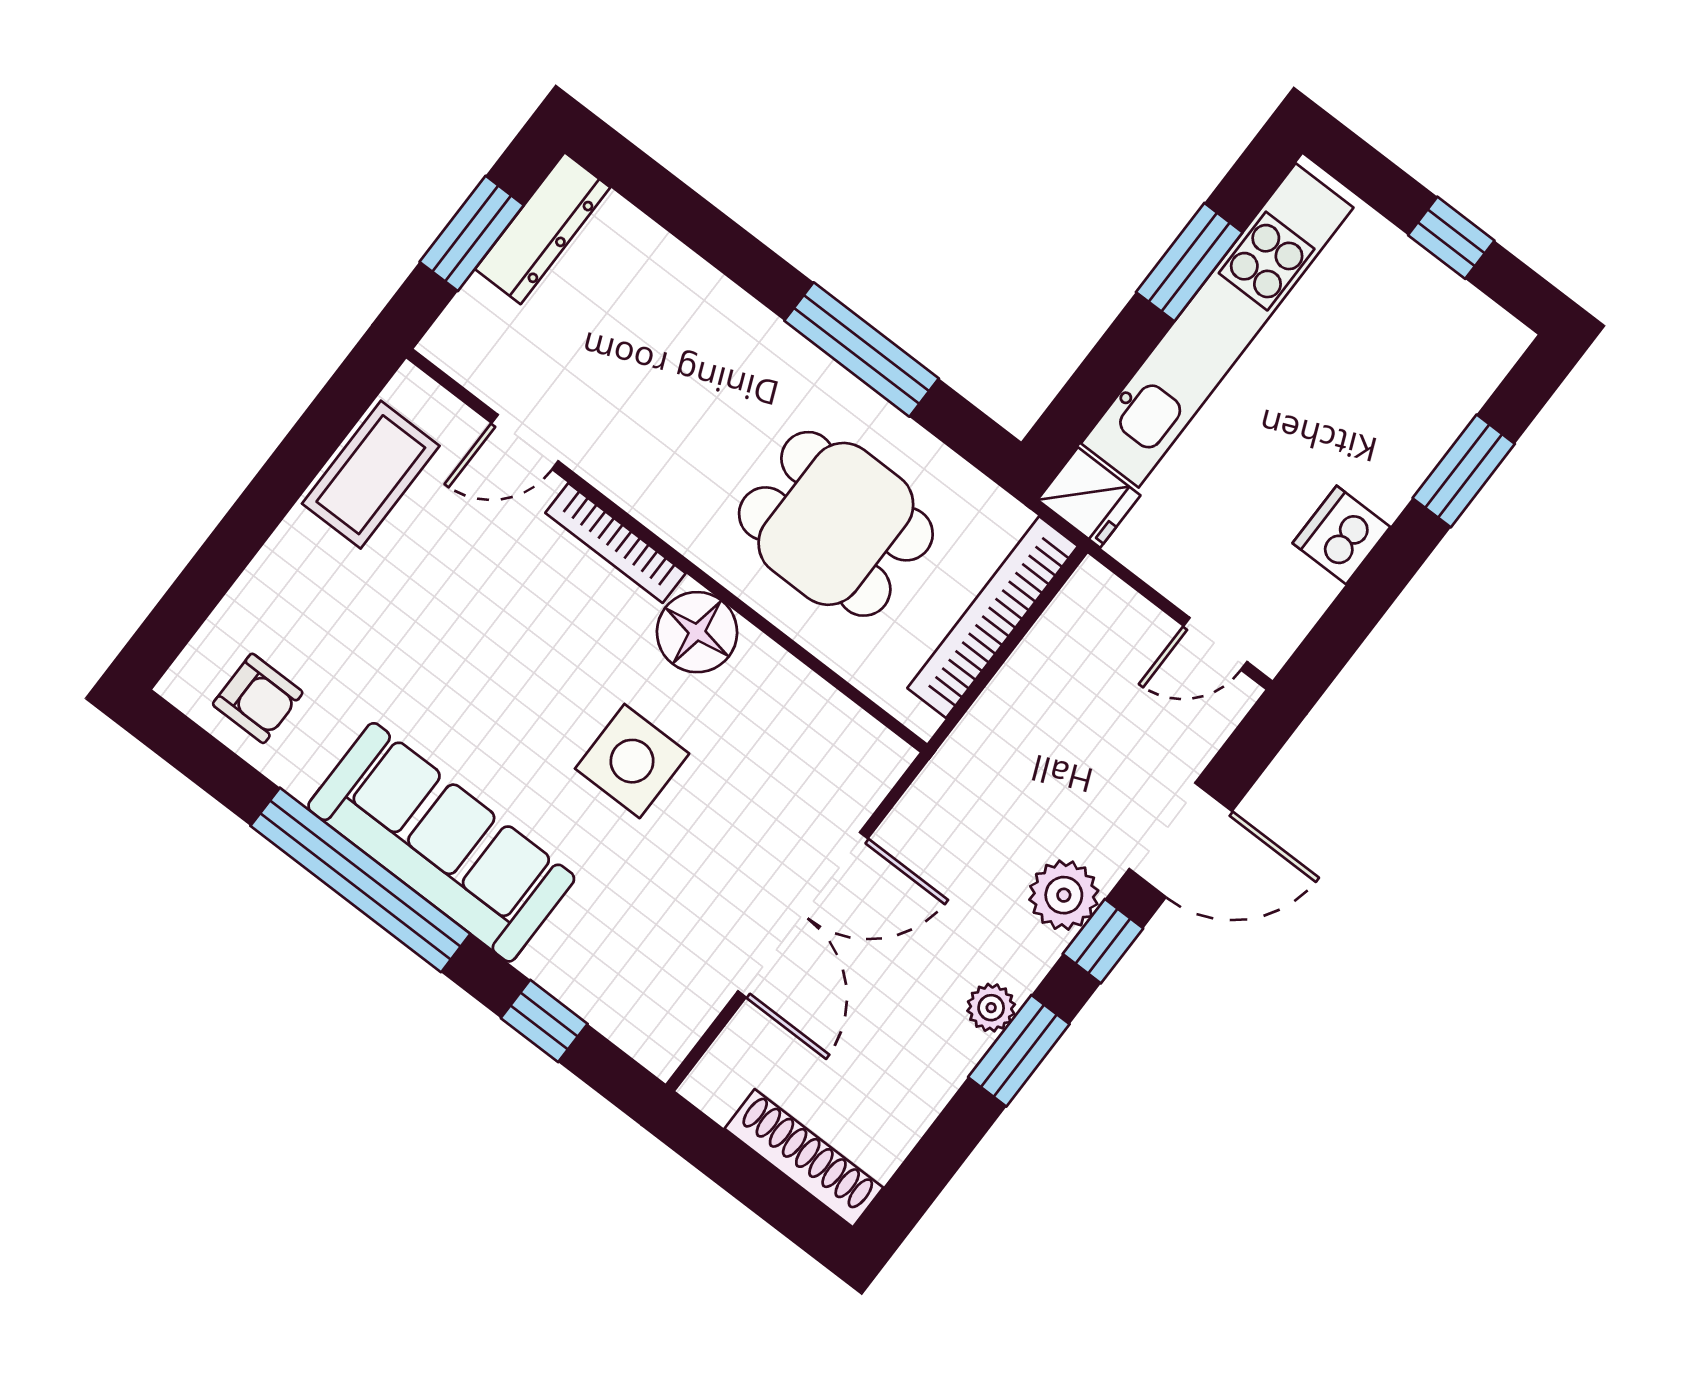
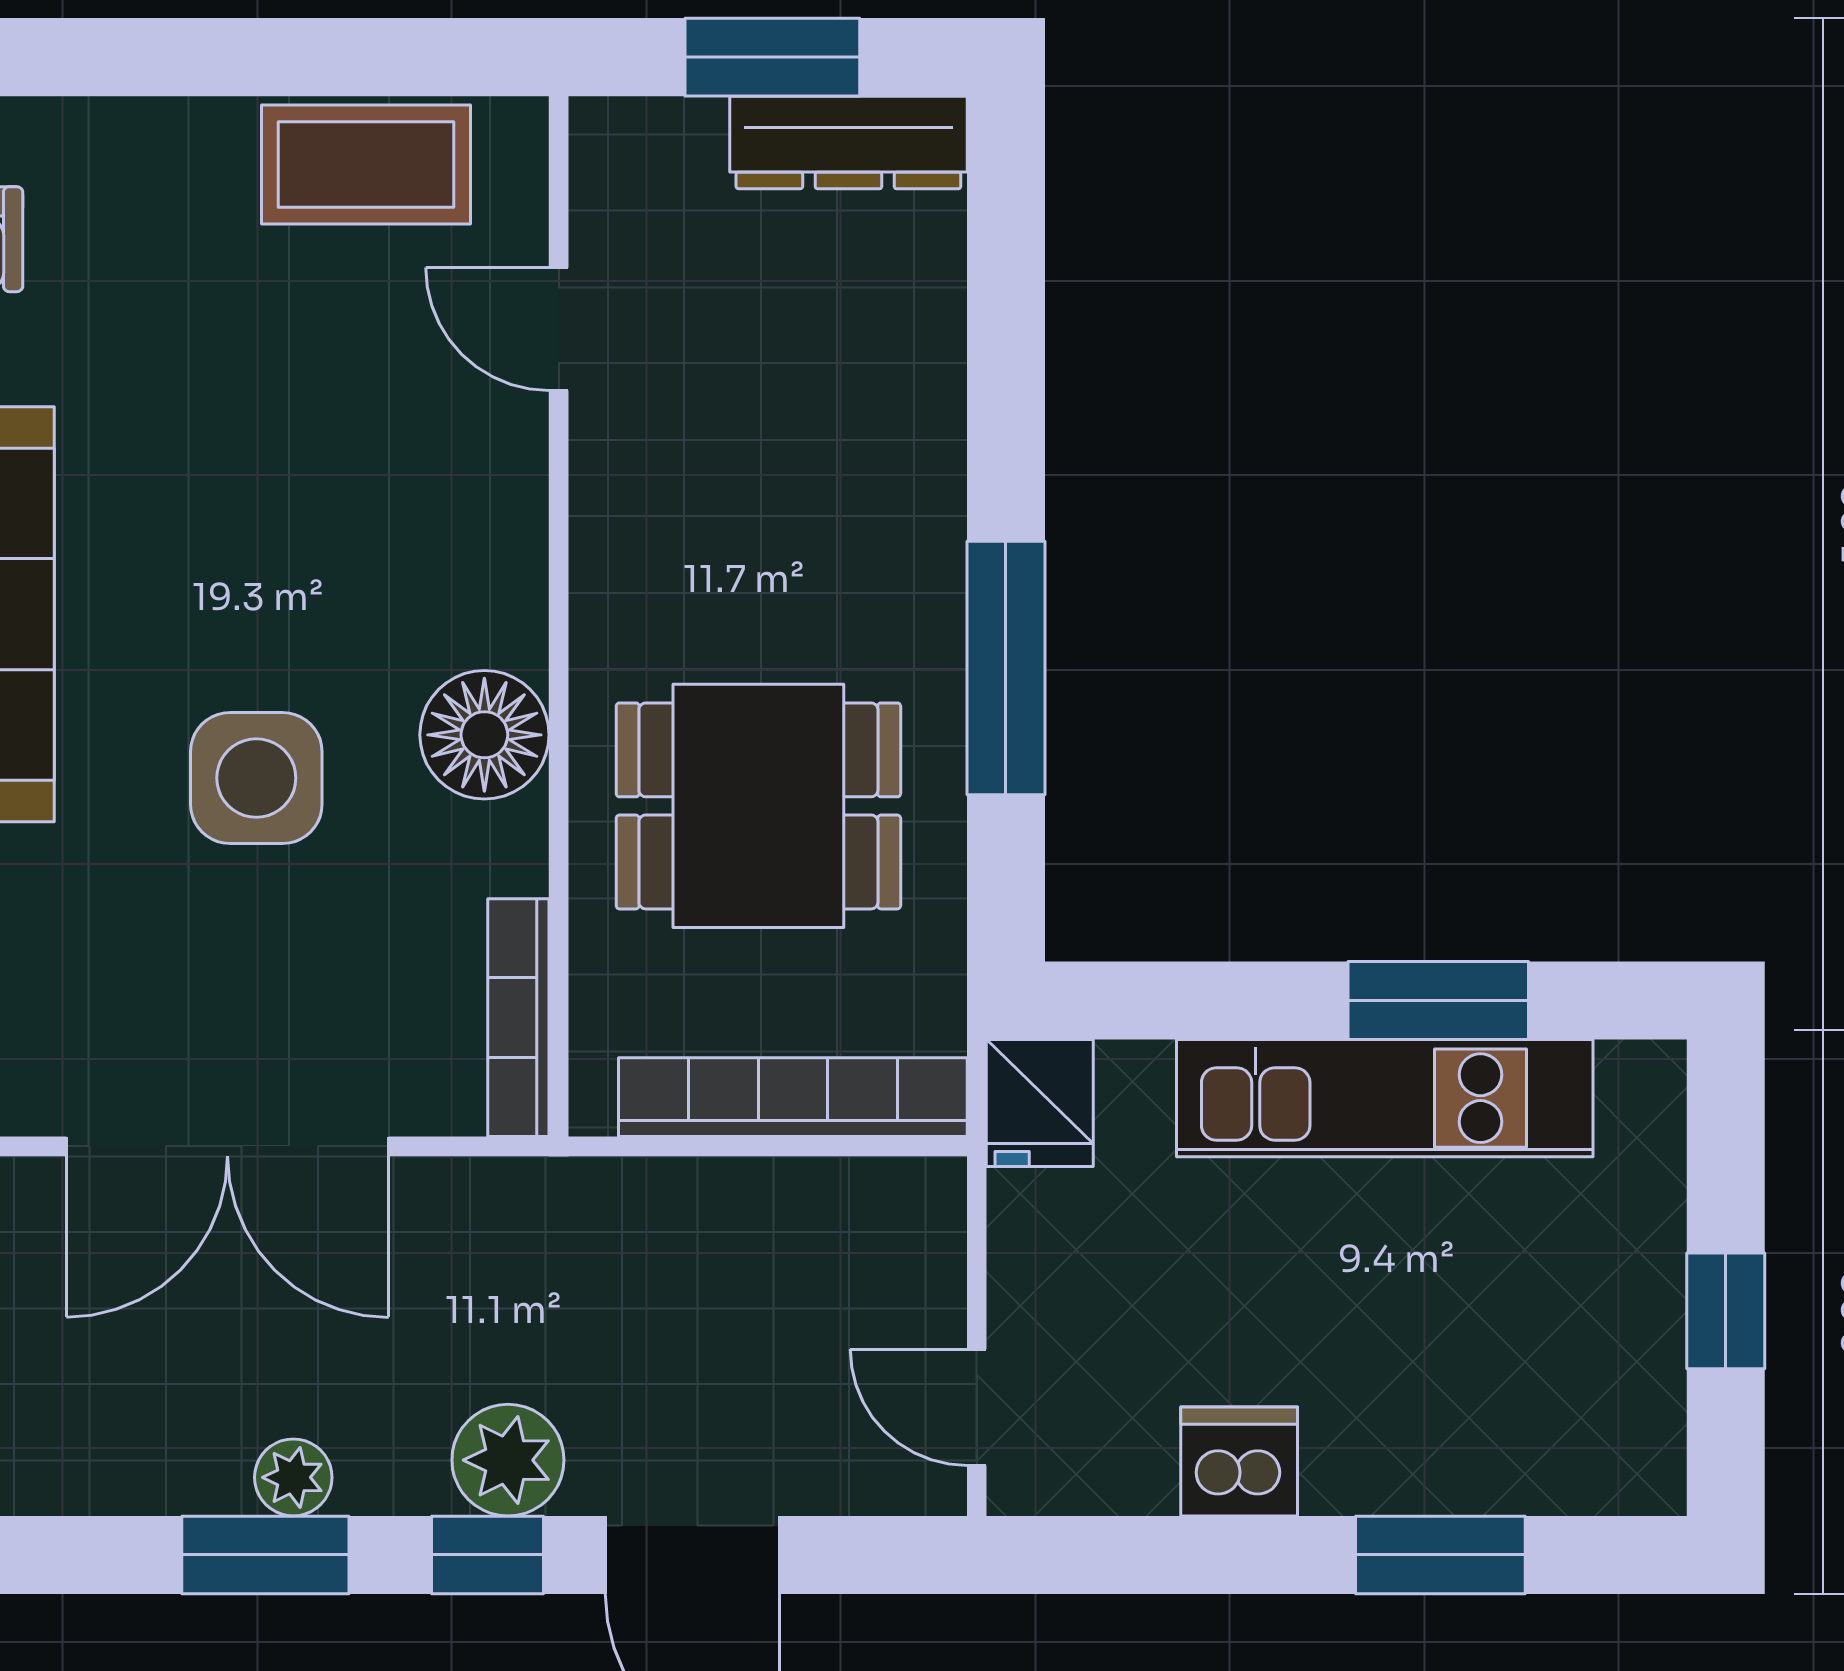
kitchen unit: (1217, 325) -> (1385, 1098), width x0.73
dining table: (836, 524) -> (758, 806), turned 90
bookcase: (615, 543) -> (518, 1018), moved

